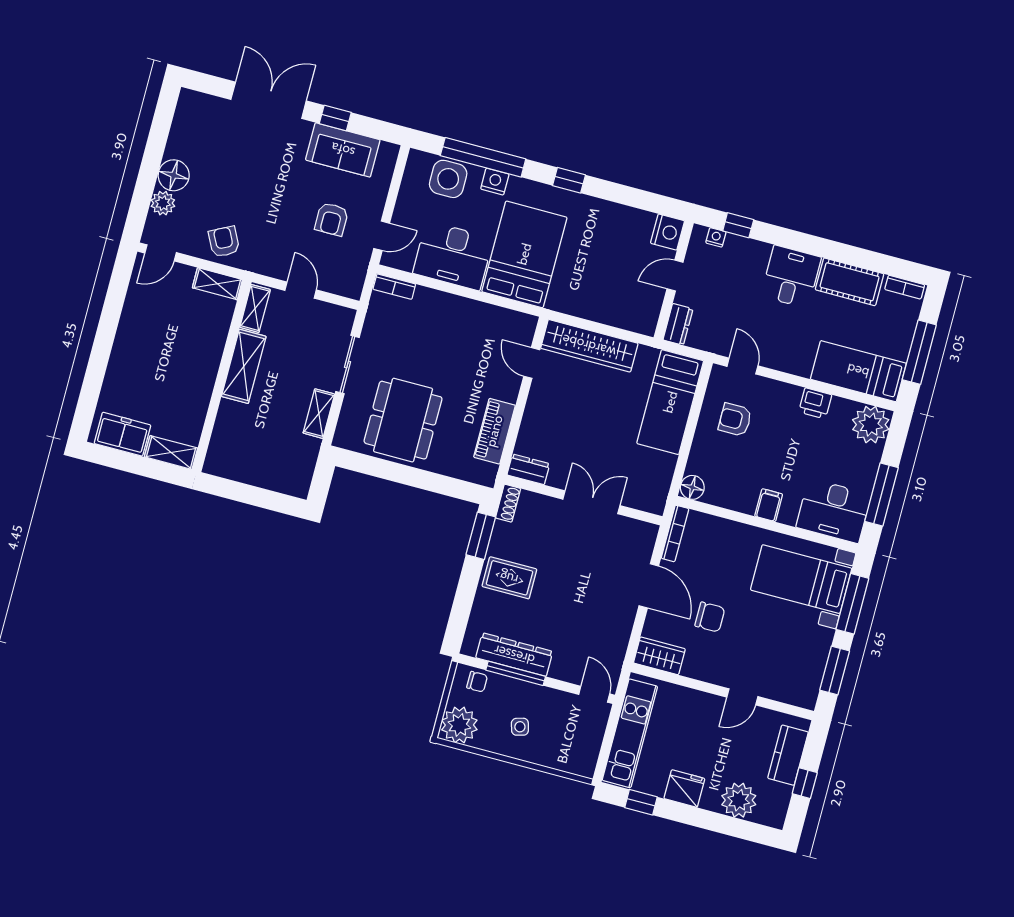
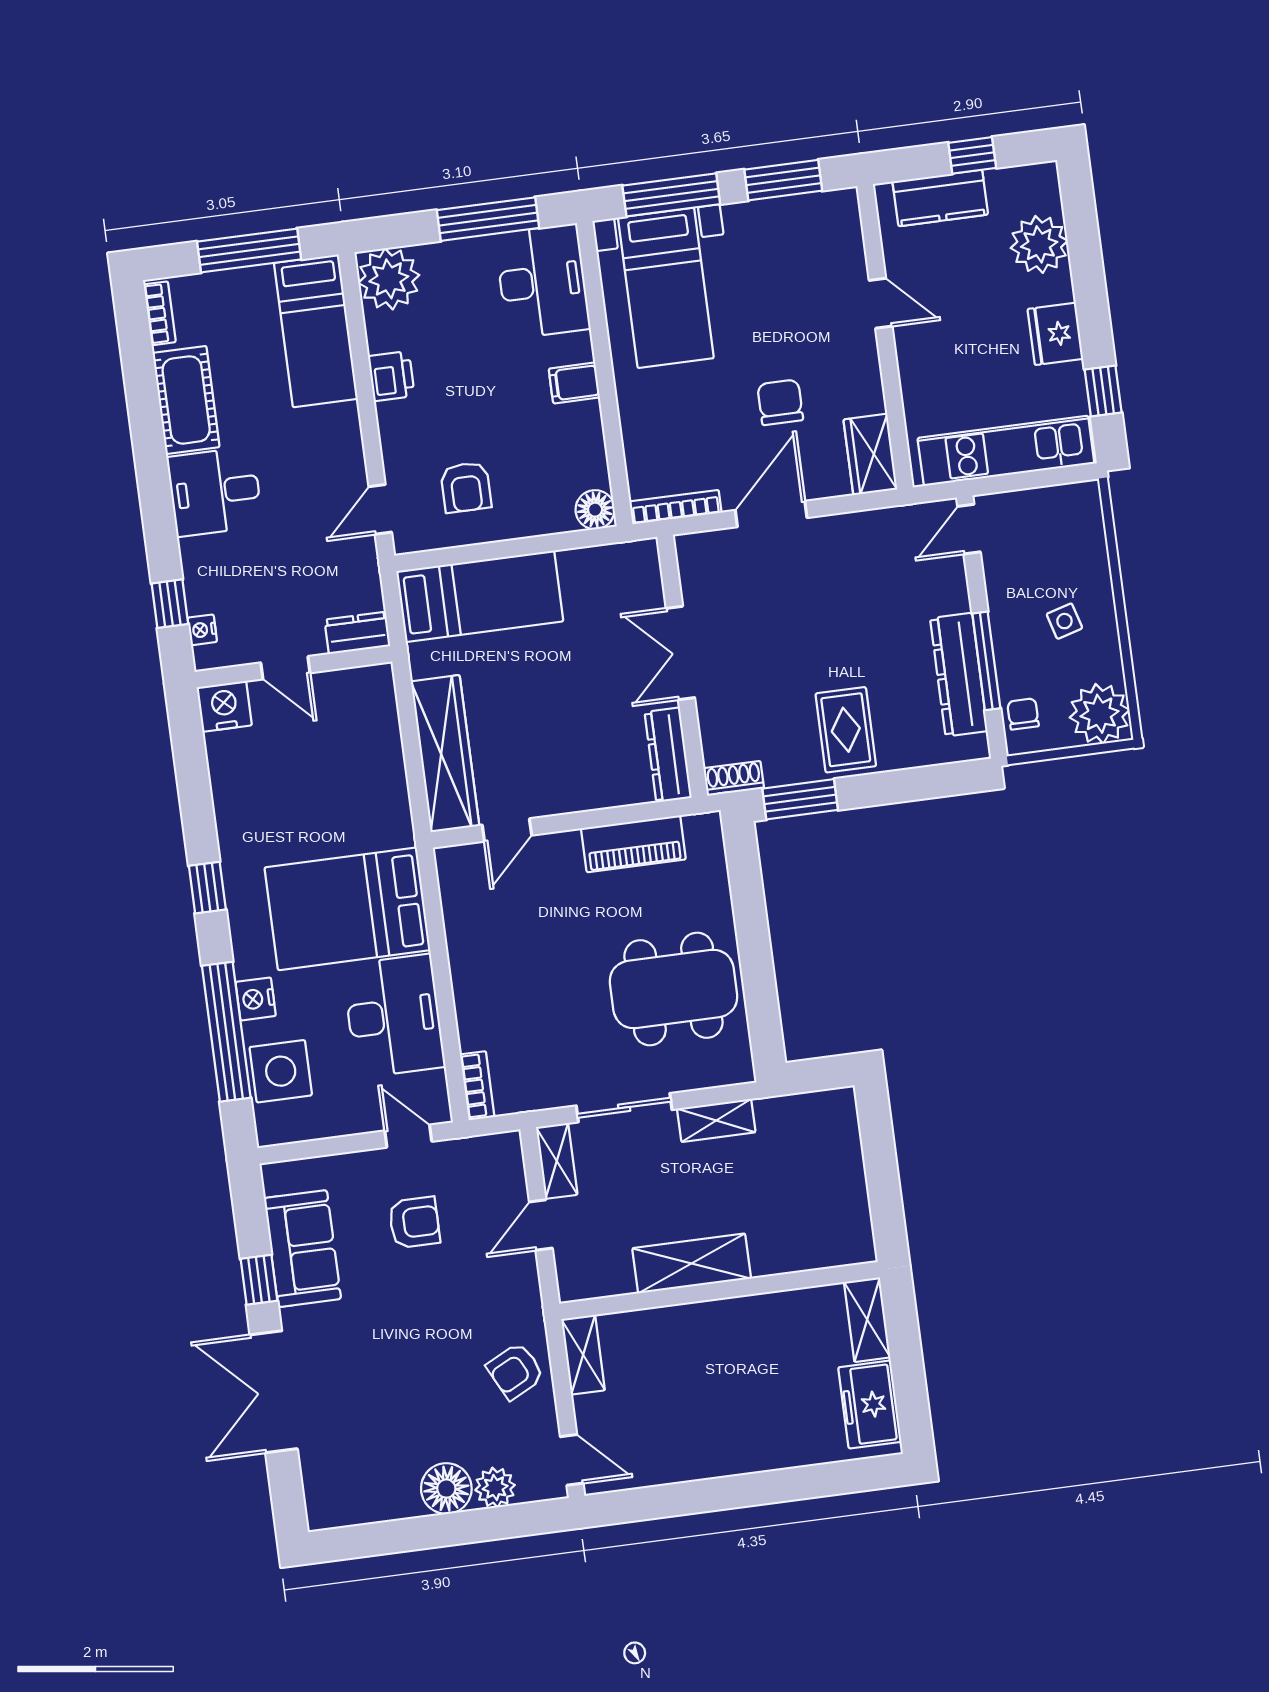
shelving: (255, 308) -> (557, 1161), moved, turned 90
dresser: (528, 469) -> (668, 755), width x1.44

